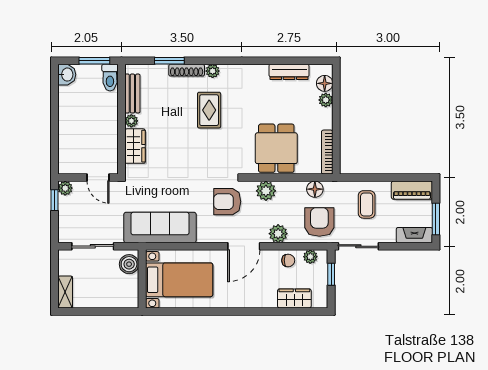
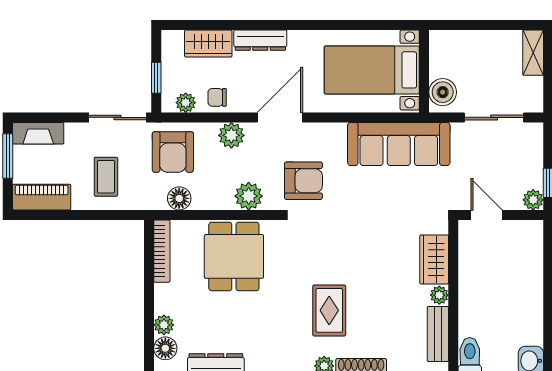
dresser: (258, 301) -> (260, 40), added

